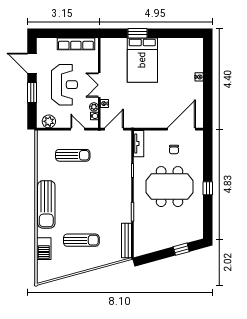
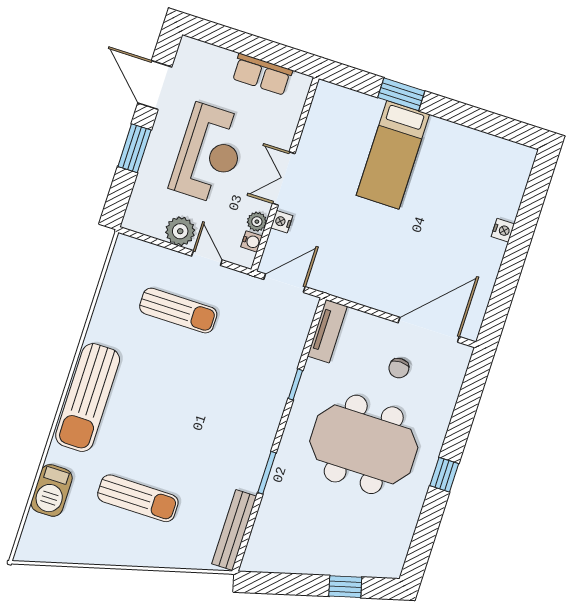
row of seats: (76, 44) -> (262, 74), width x0.68
bed: (142, 60) -> (393, 155), width x0.67
plant: (49, 121) -> (180, 231), moved

